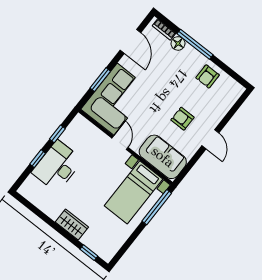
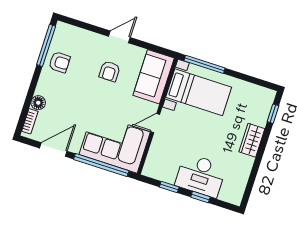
window: (195, 44) -> (46, 45), moved
window: (100, 80) -> (101, 165), width x2.11

